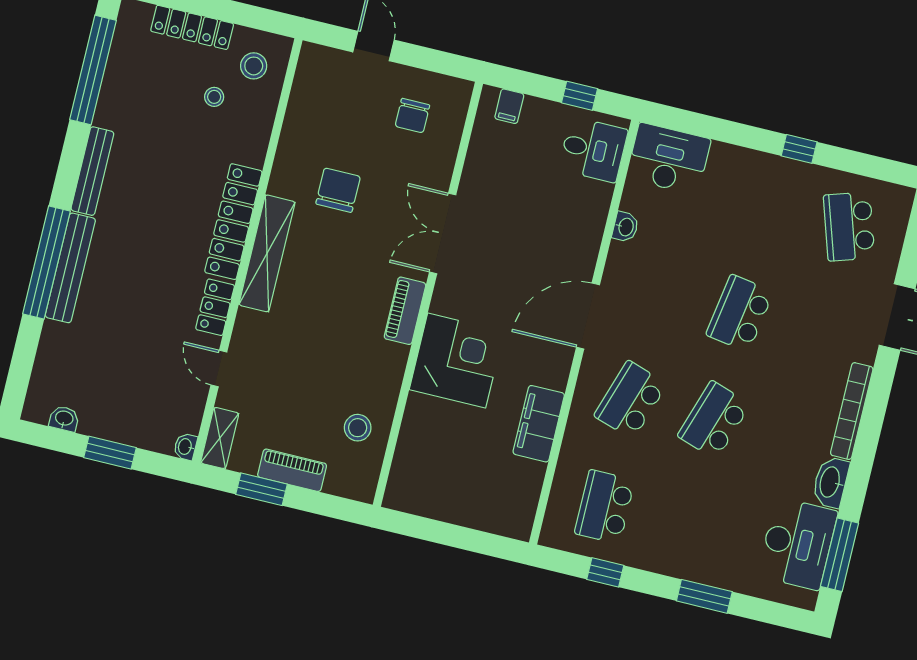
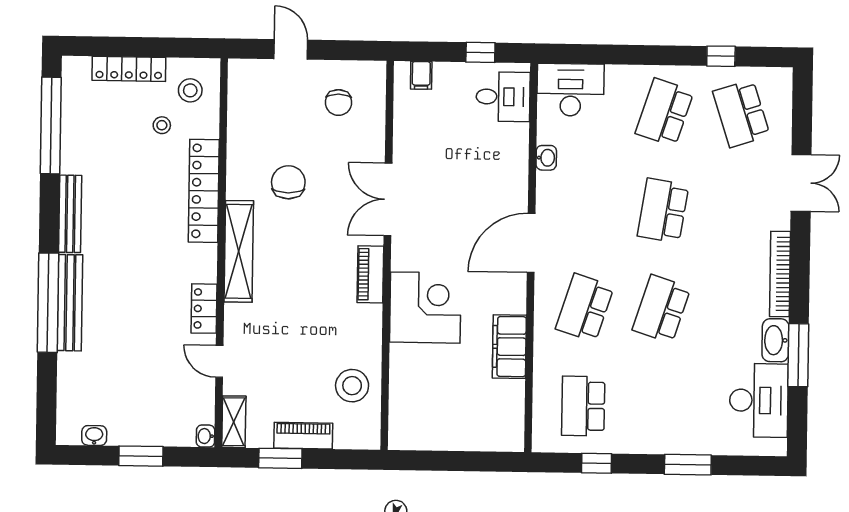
window: (799, 149) -> (721, 56), moved
school desk: (766, 206) -> (665, 112), added
locker: (233, 222) -> (204, 191), moved
stool: (358, 428) -> (352, 386), width x1.38, depth x1.38
window: (840, 555) -> (798, 355), moved

